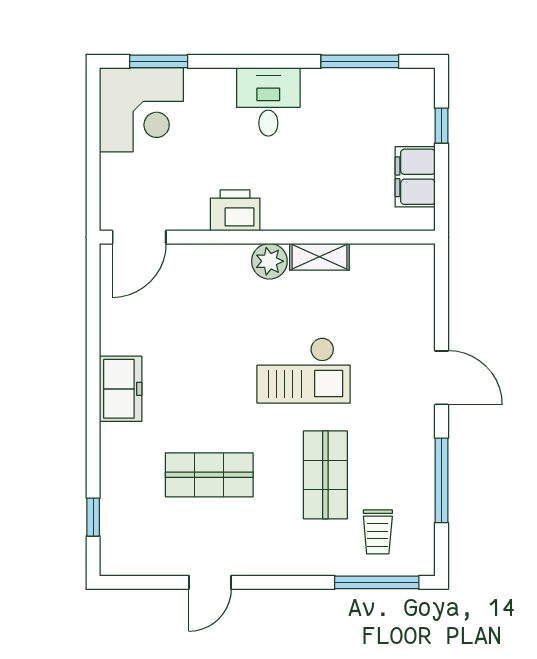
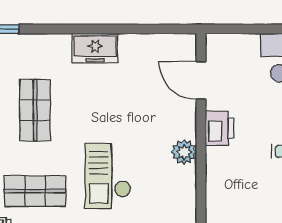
door: (139, 237) -> (201, 80), moved
shelving: (319, 257) -> (187, 187), removed

